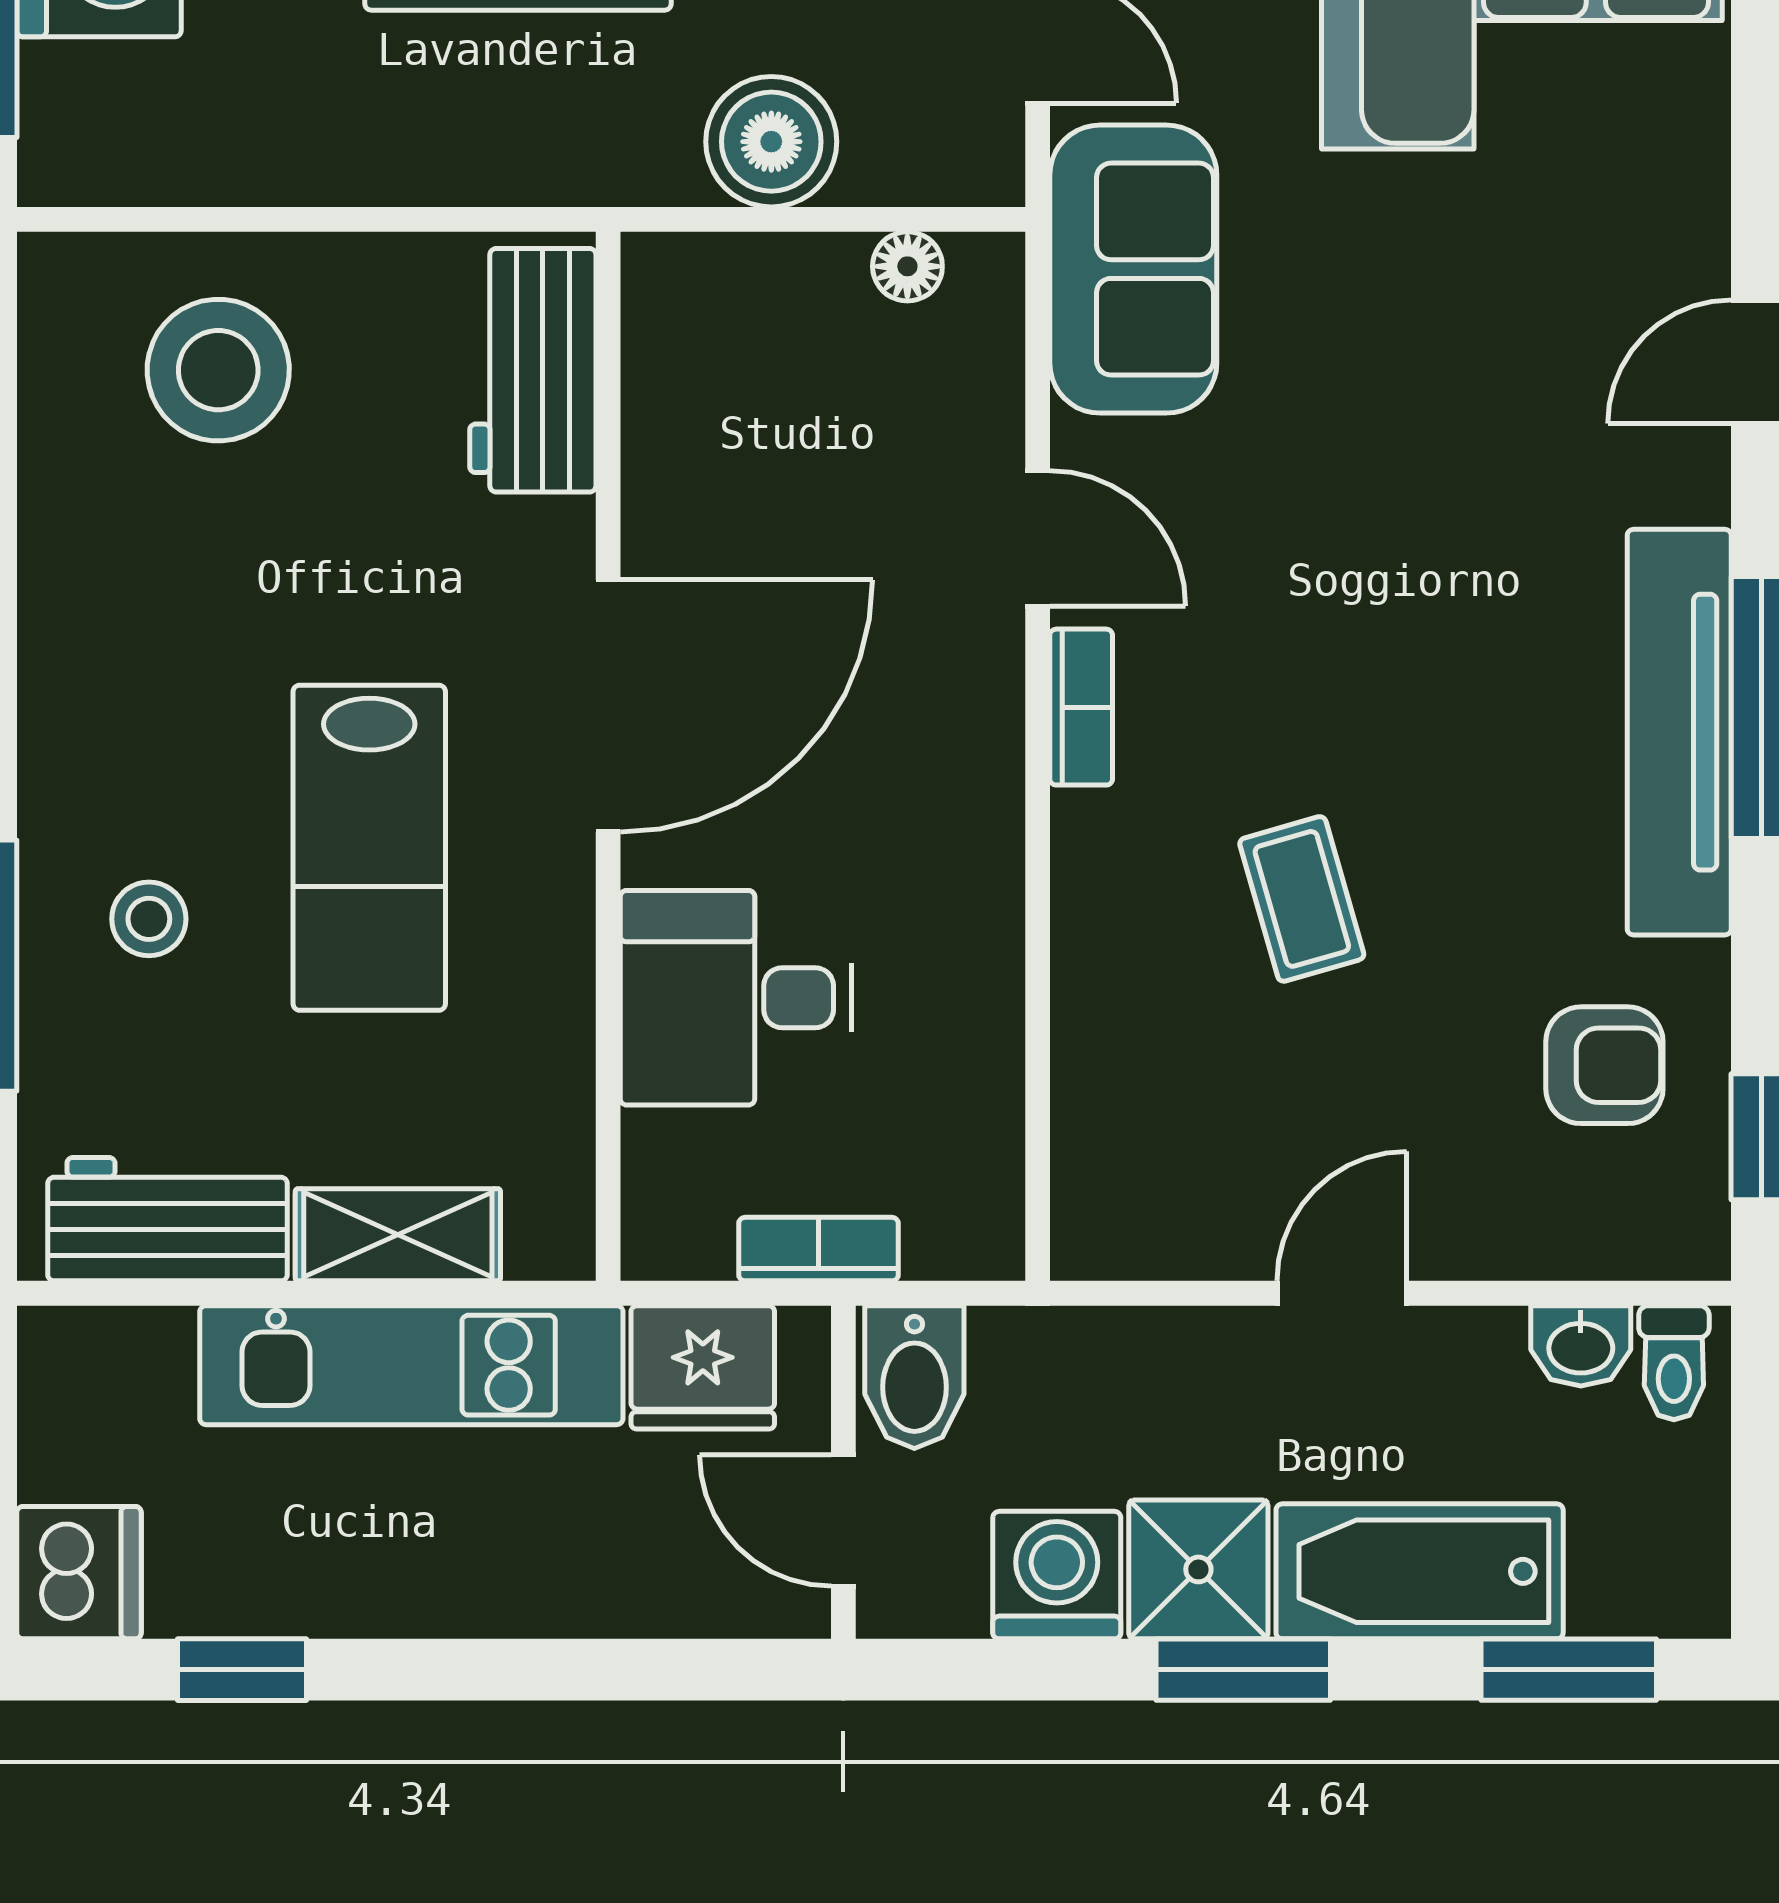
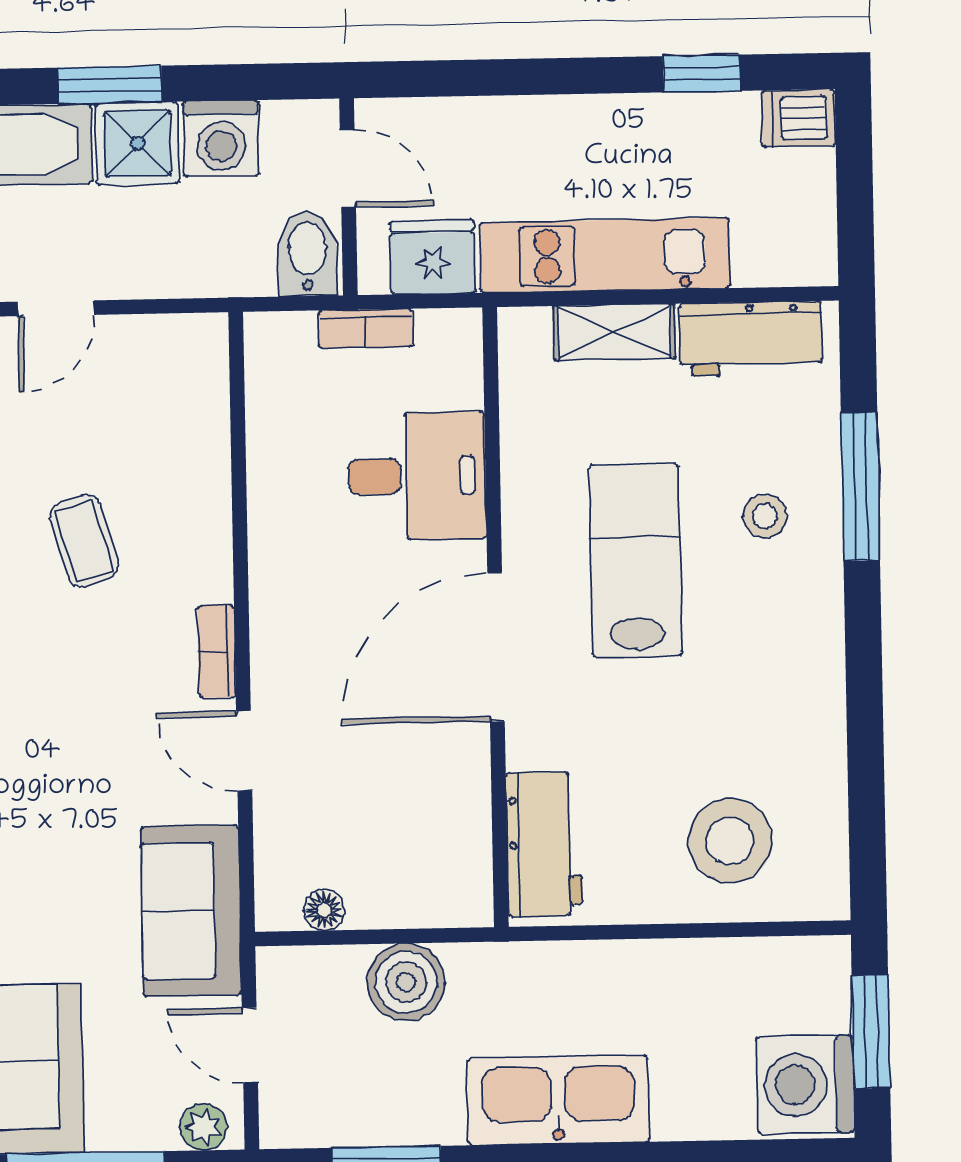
dishwasher: (79, 1573) -> (799, 118), width x0.73

